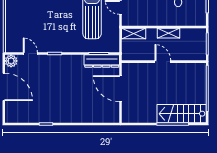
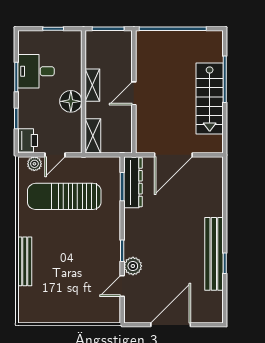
floor lamp: (157, 18) -> (71, 101), added
plant: (11, 61) -> (133, 266), moved
stairs: (182, 114) -> (210, 99), moved
bench: (52, 117) -> (214, 254), added

